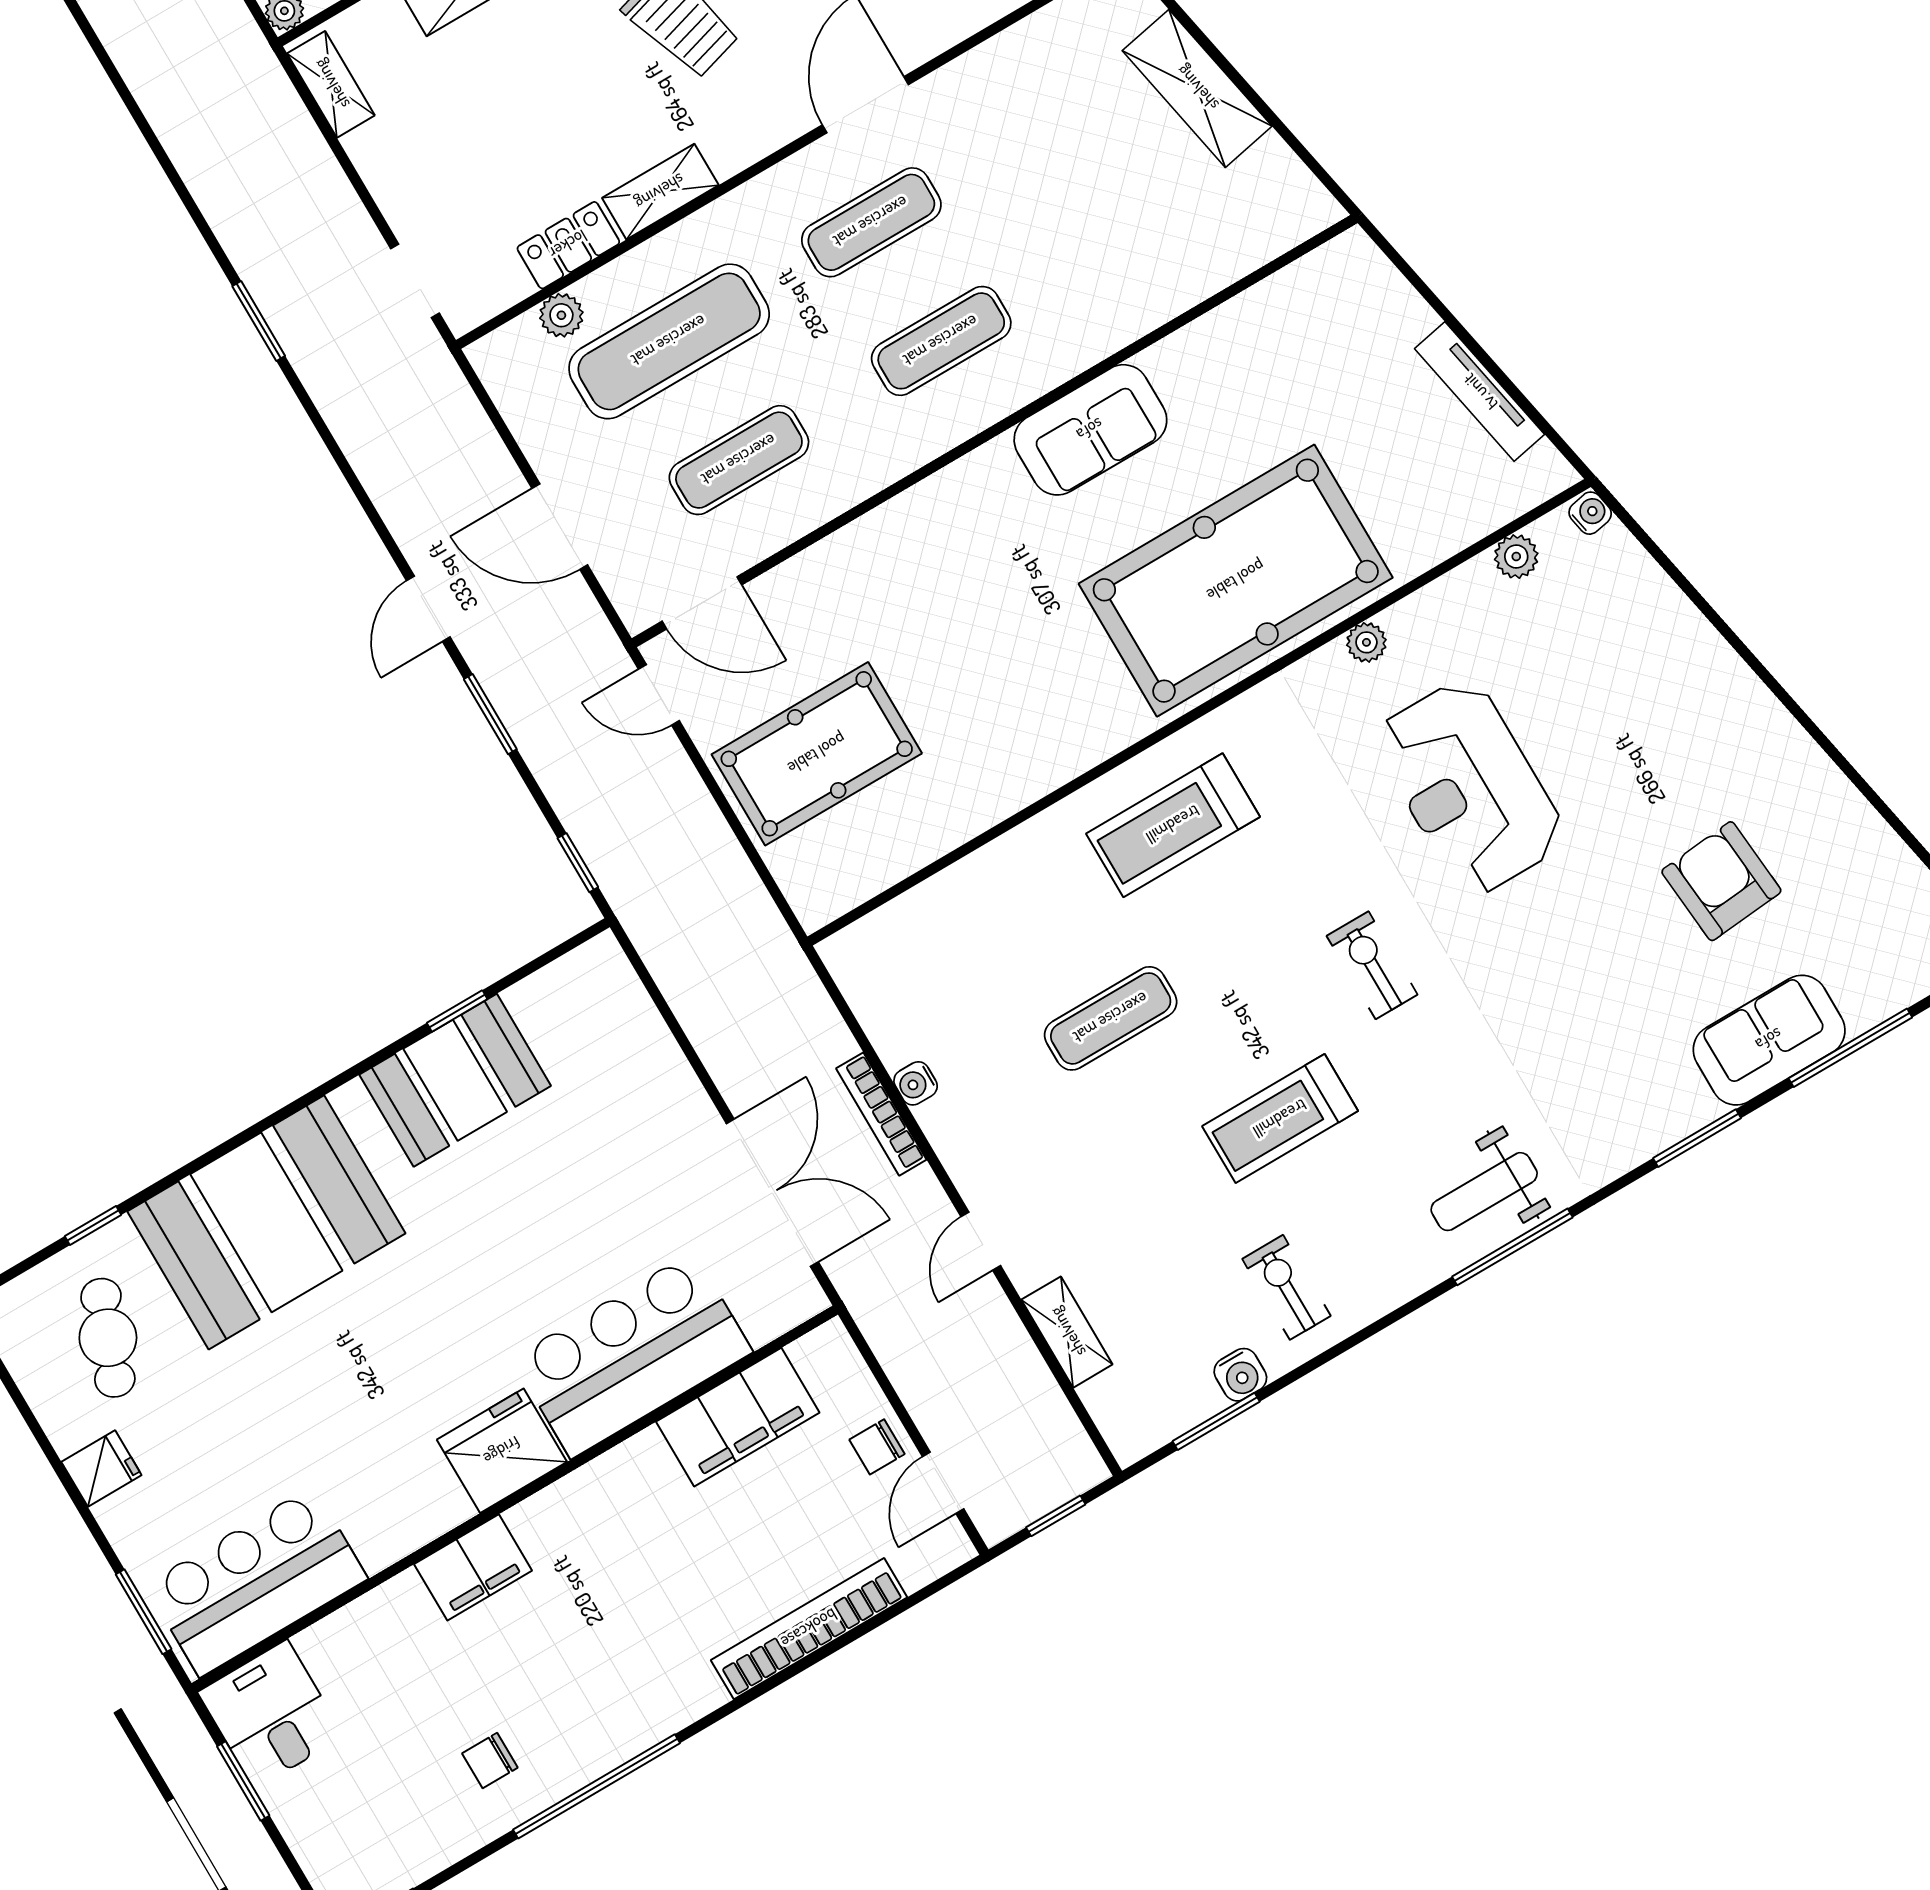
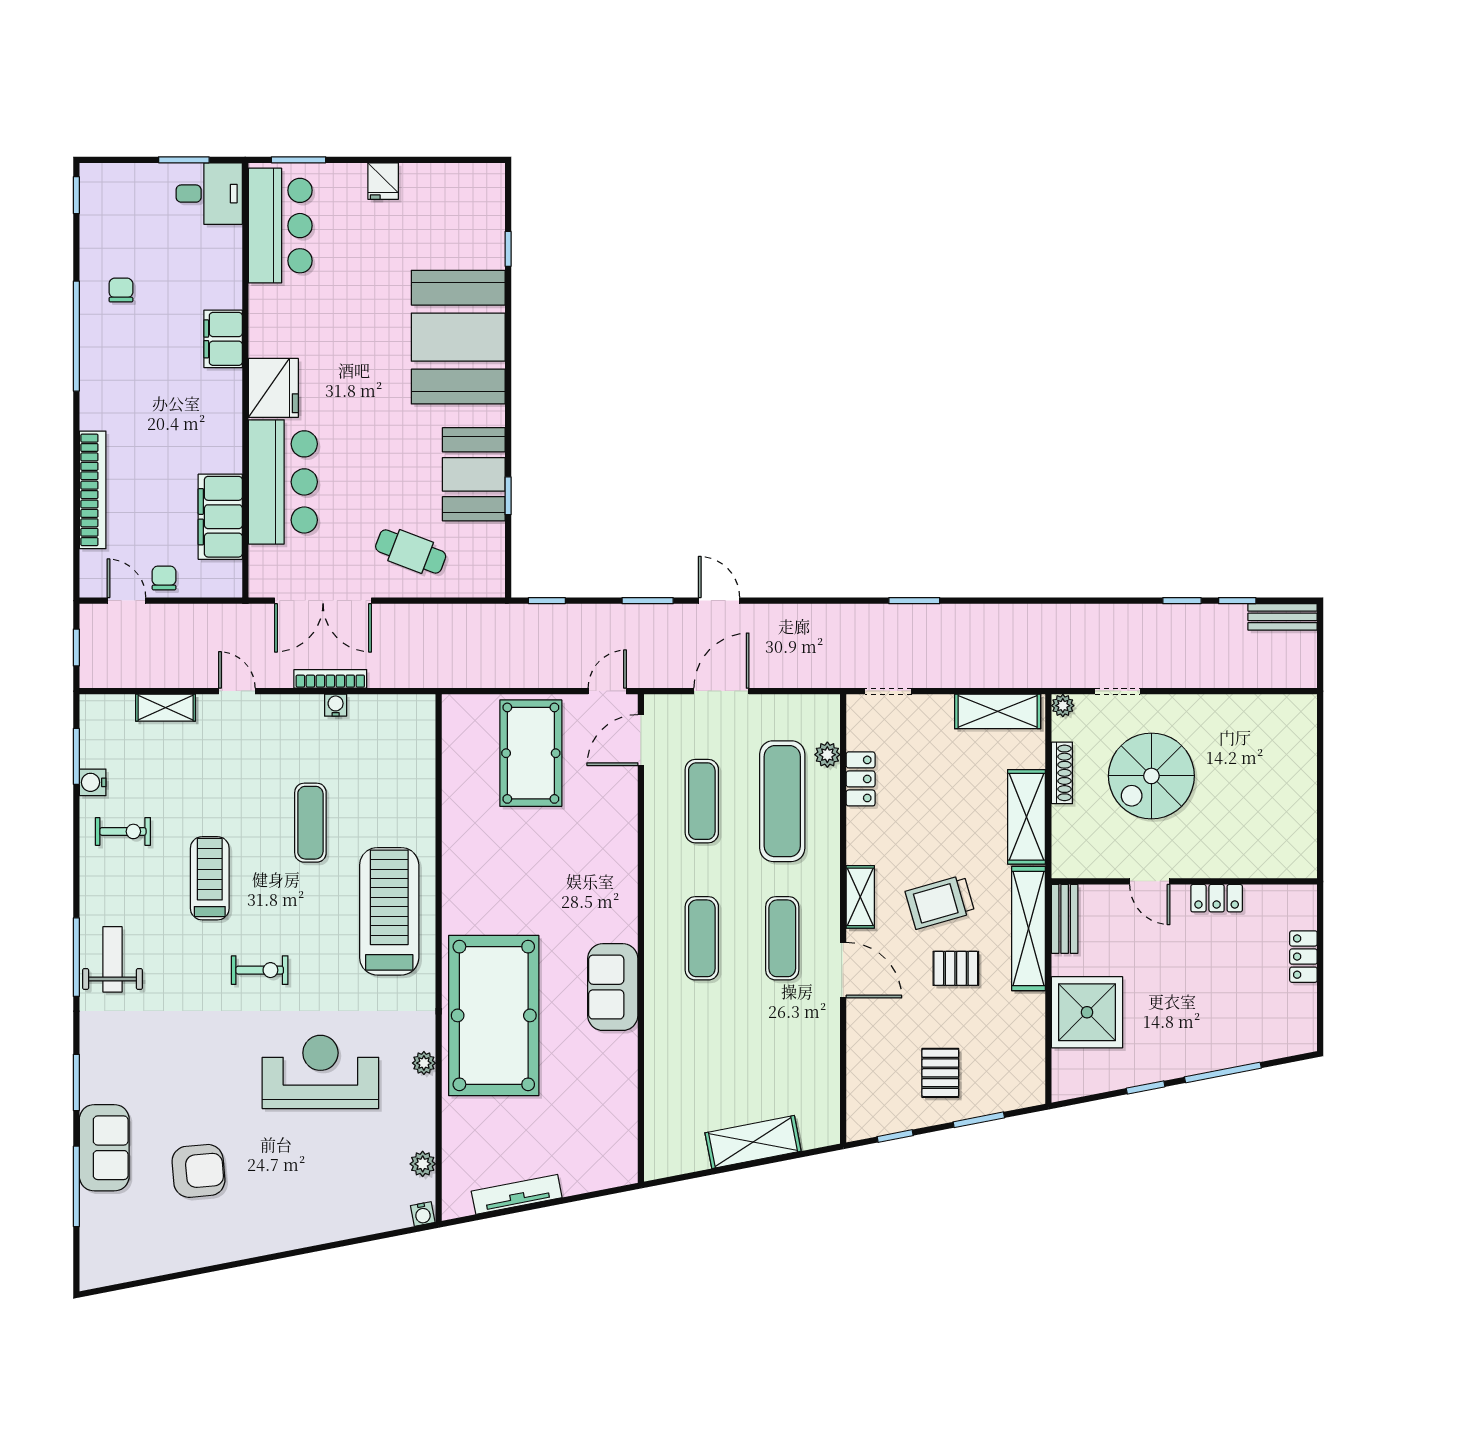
shelving: (331, 84) -> (998, 711), width x1.50, depth x1.33
shelving: (660, 192) -> (860, 897), moved
treadmill: (1173, 825) -> (389, 911), width x1.37, depth x1.38
cafe table: (108, 1338) -> (411, 551), moved

